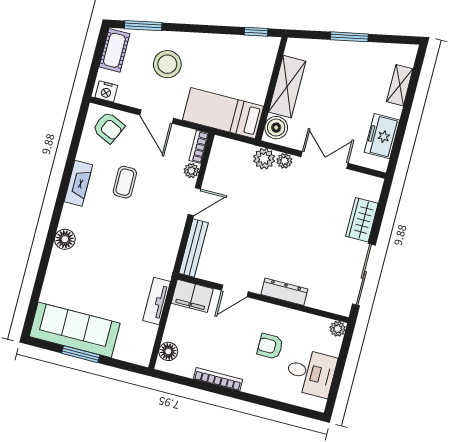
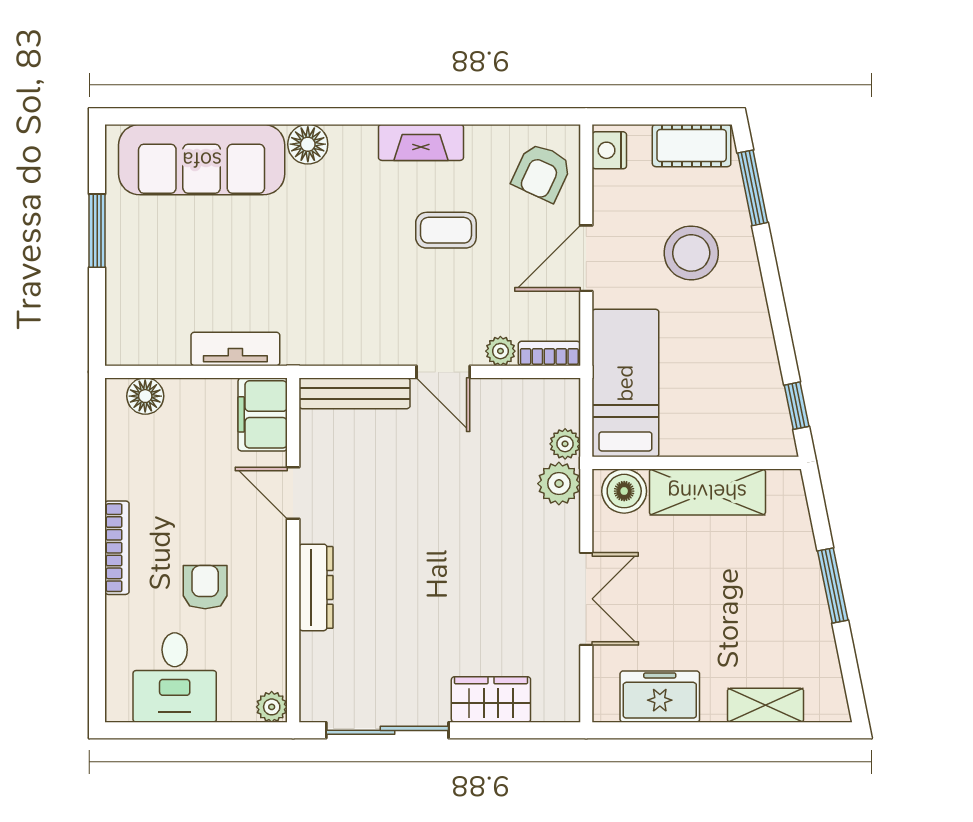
plant: (284, 161) -> (565, 444), moved
sofa: (75, 330) -> (202, 160), moved, turned 90
bookcase: (218, 379) -> (117, 548), moved

